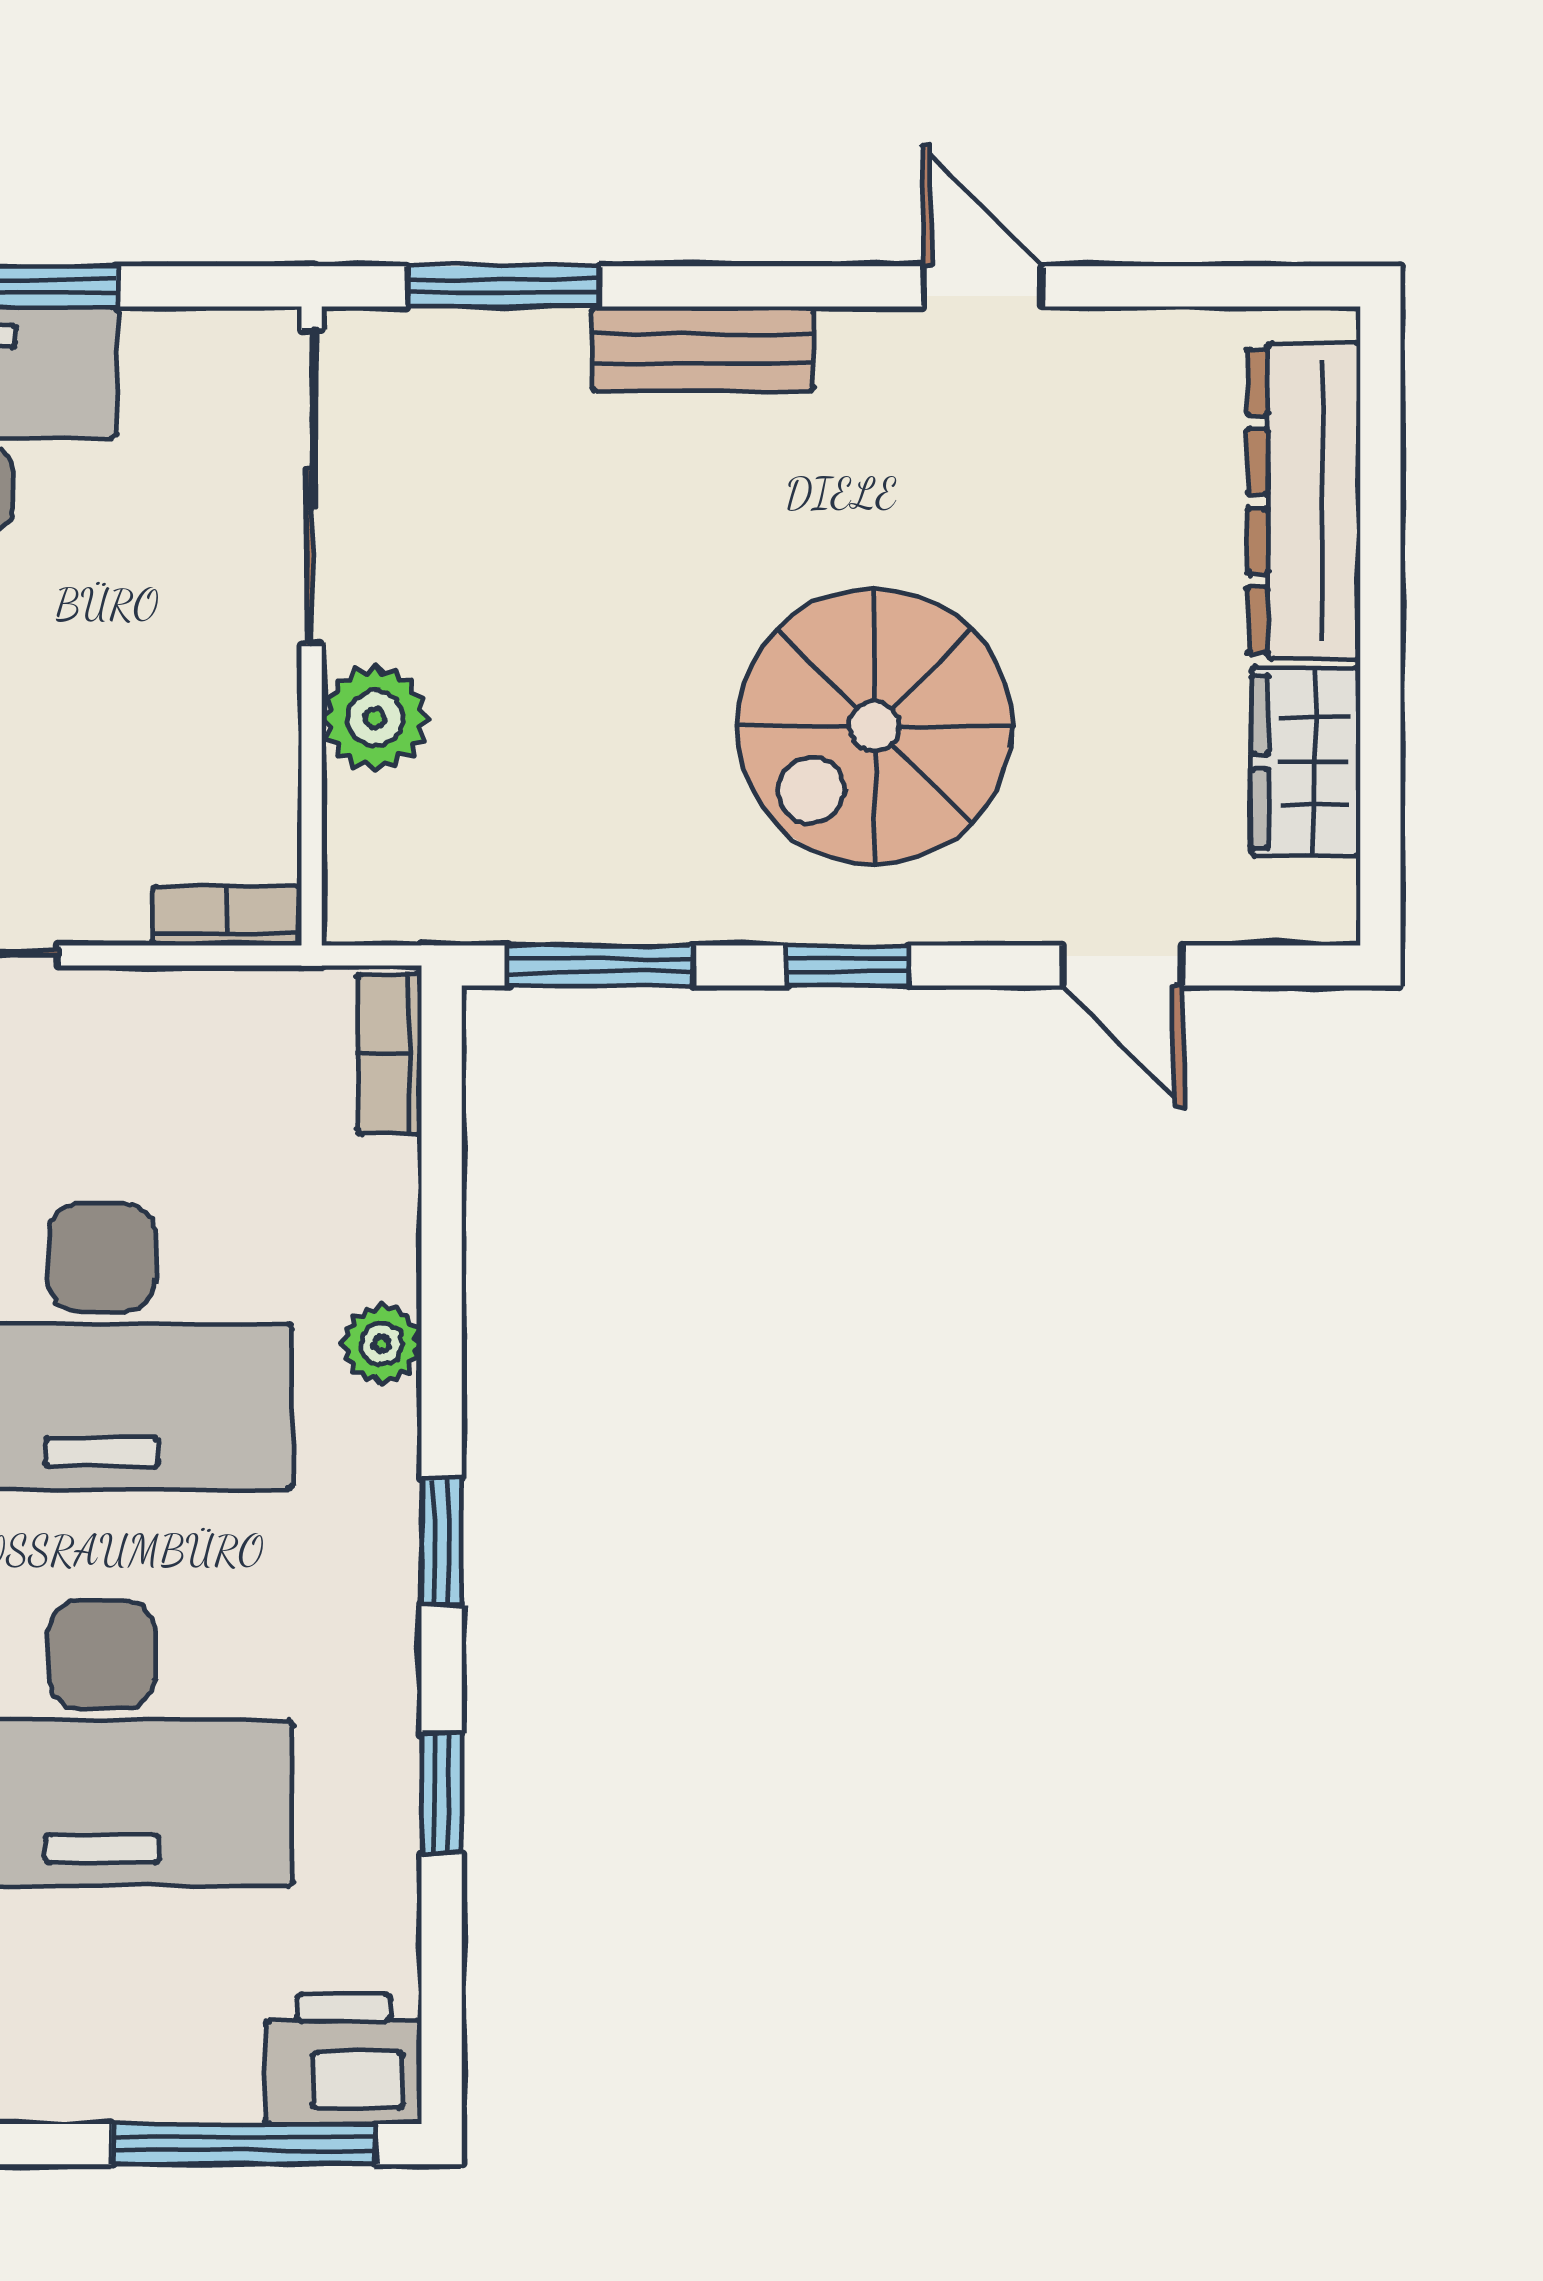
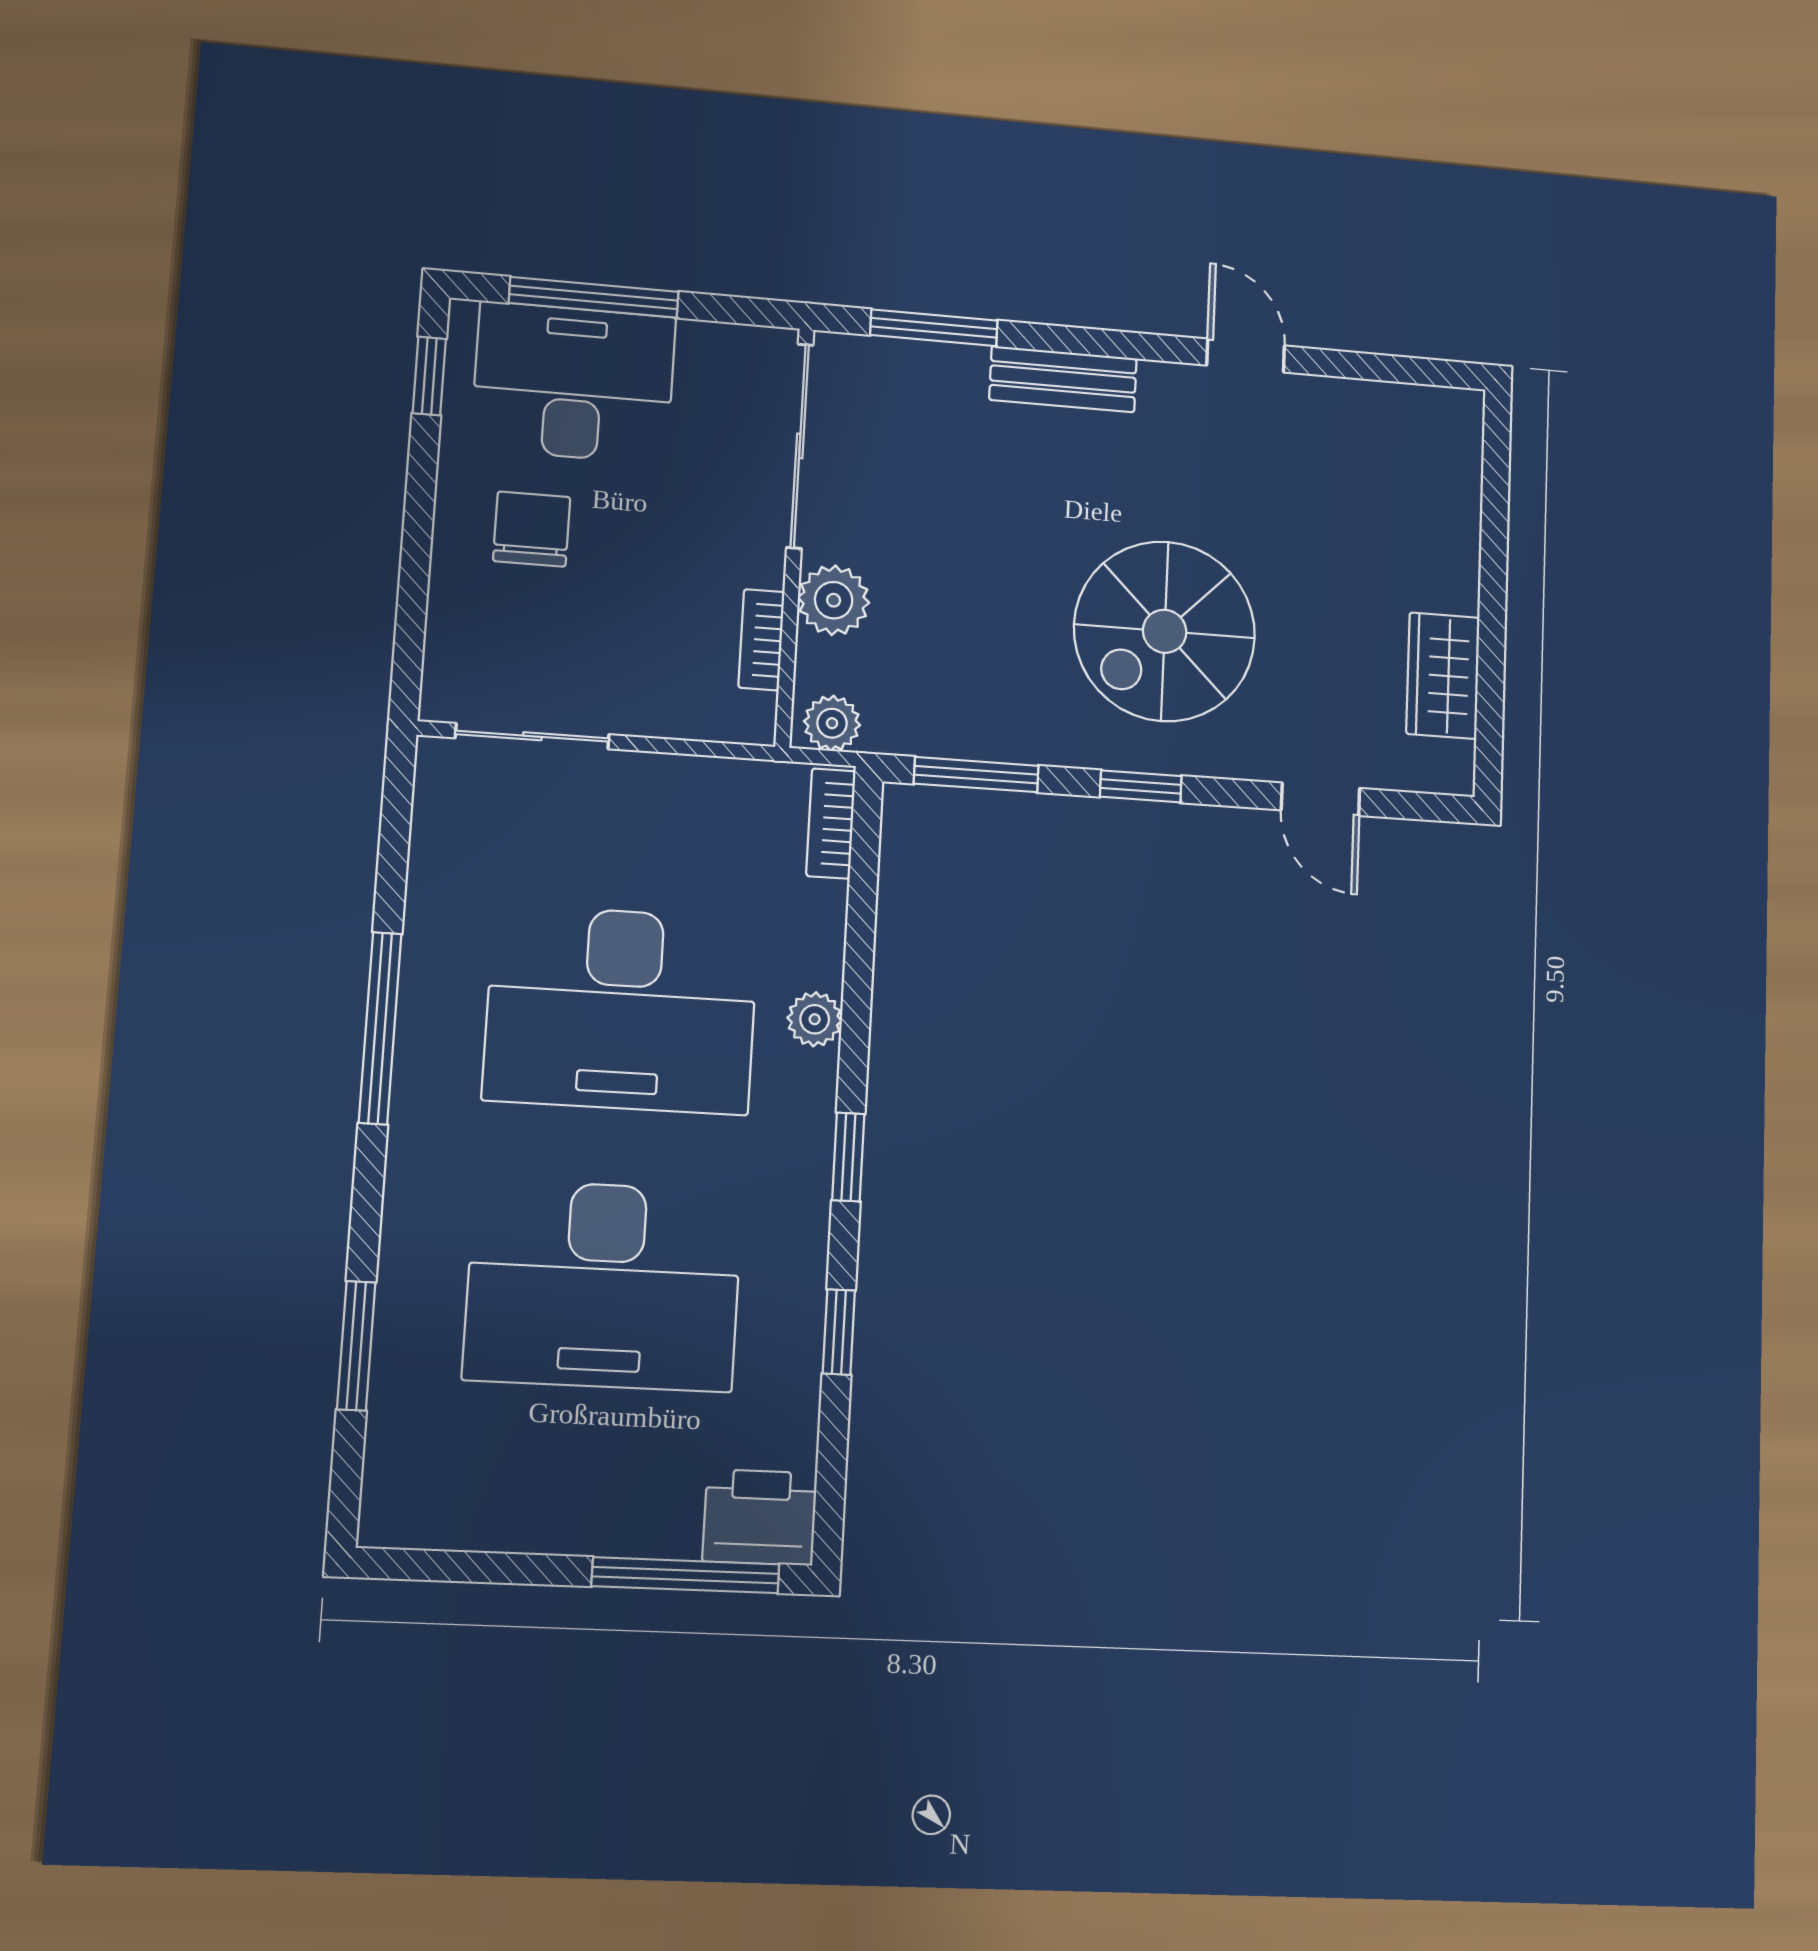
dresser: (1304, 501) -> (1446, 509), removed
plant: (383, 904) -> (832, 723), added
bookcase: (227, 916) -> (761, 640), moved, turned -90

